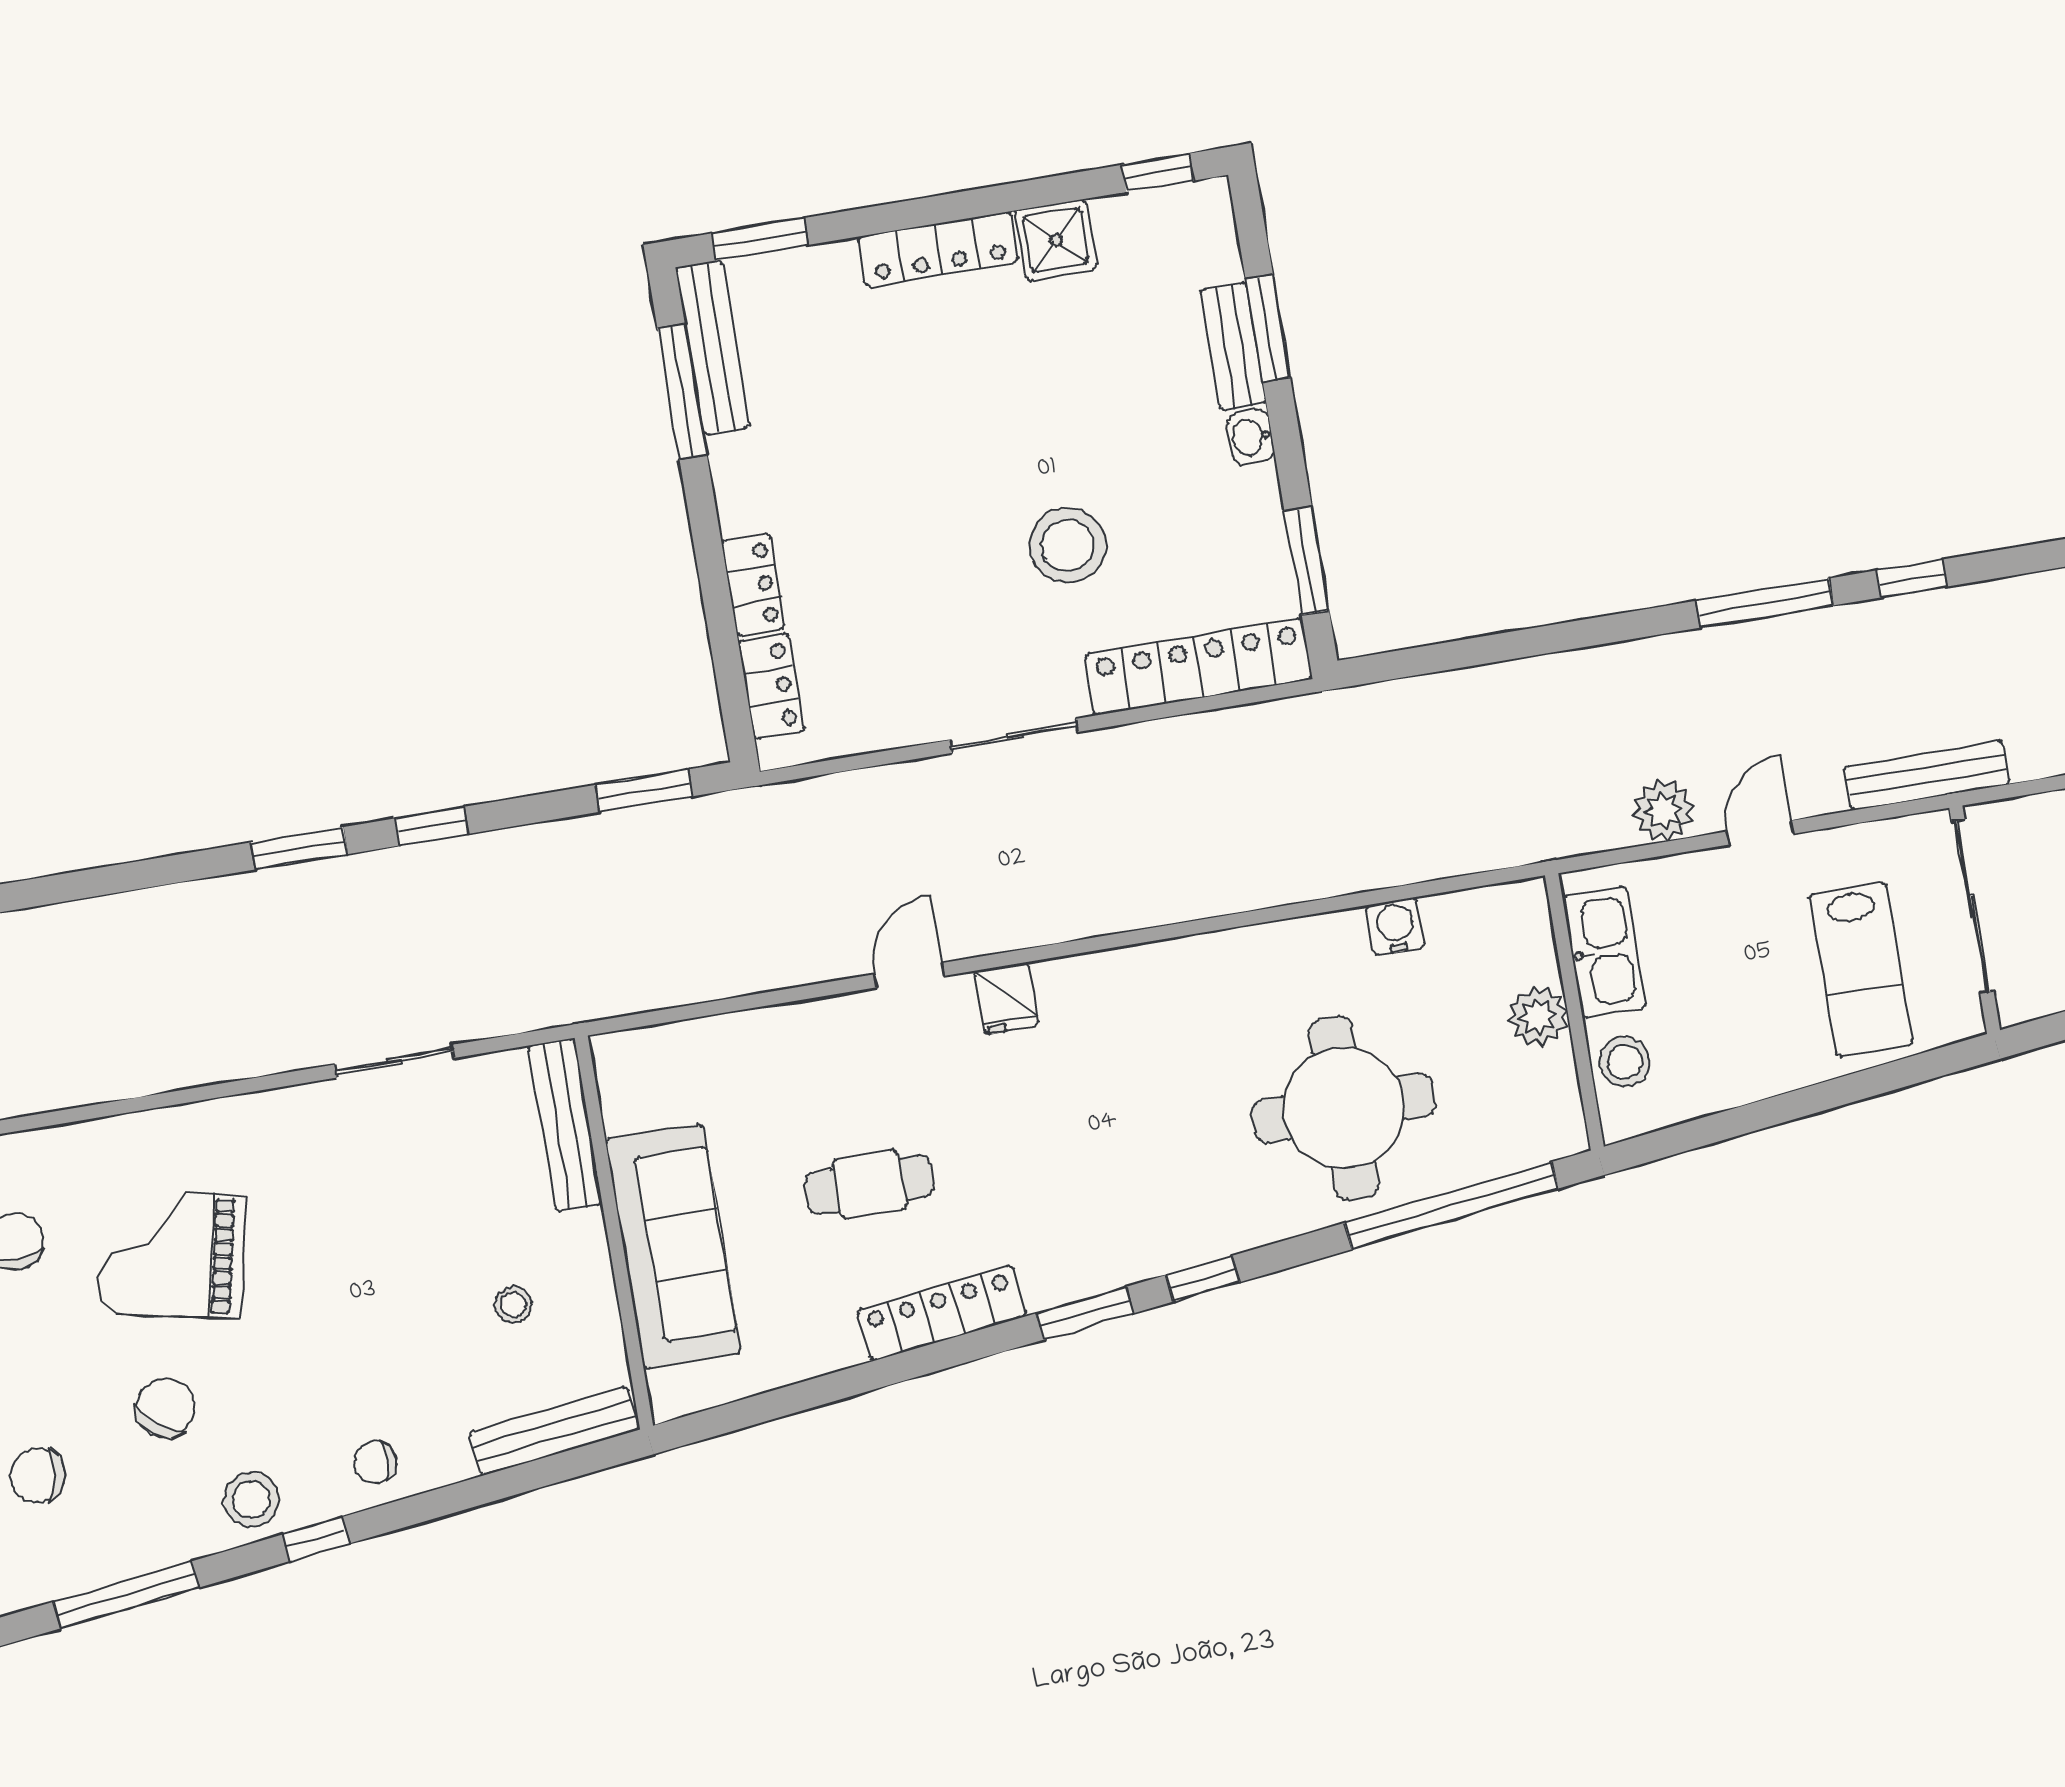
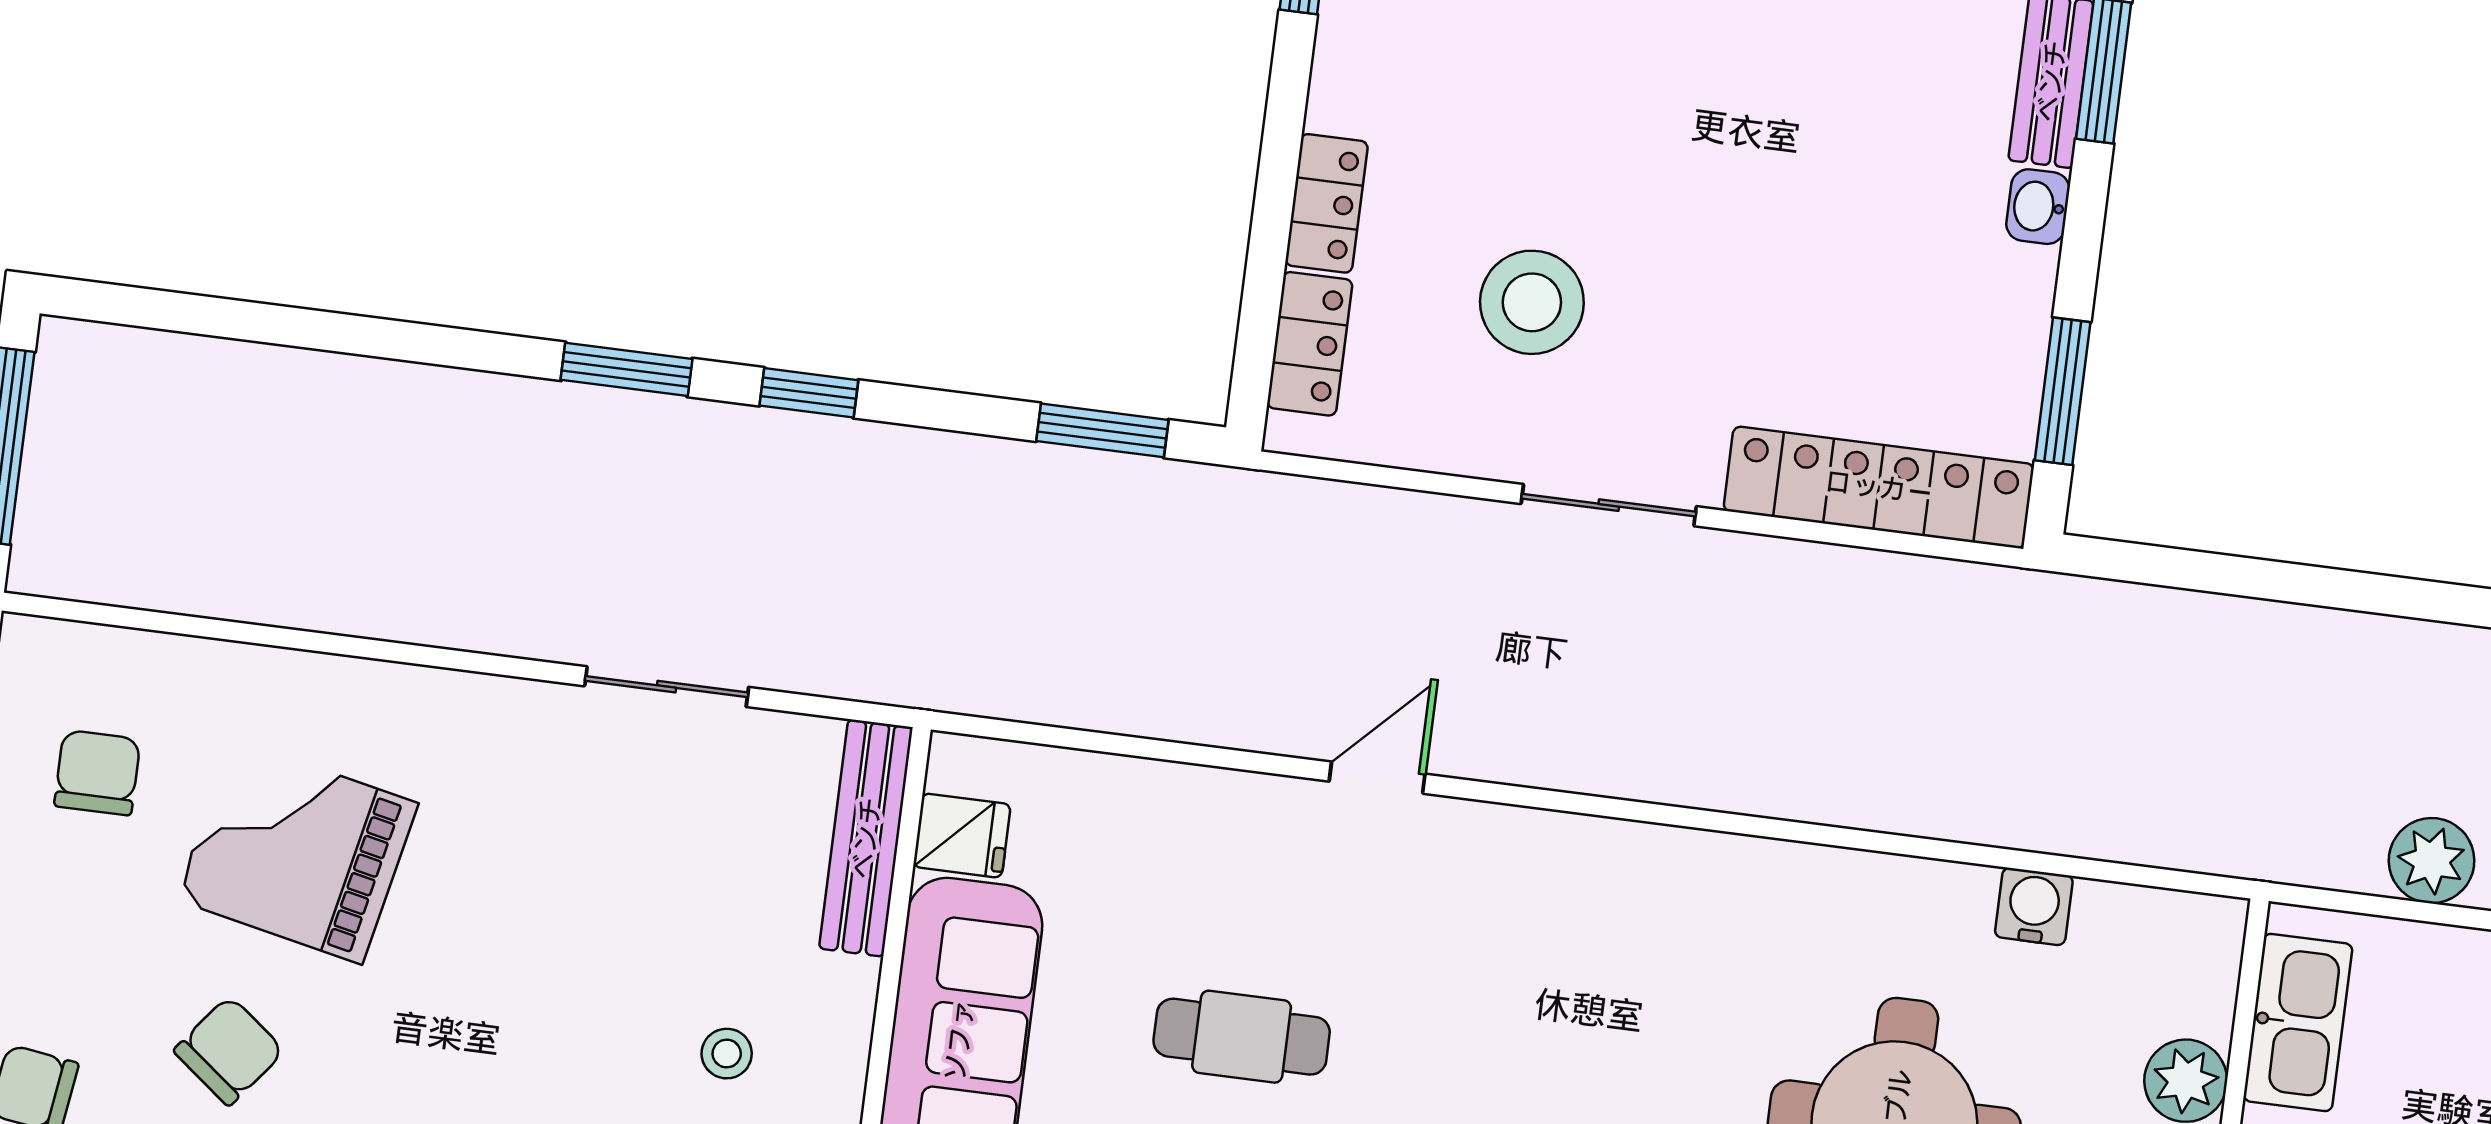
stool: (1068, 545) -> (1532, 302), moved
fridge: (1006, 998) -> (962, 836), moved, turned -90

